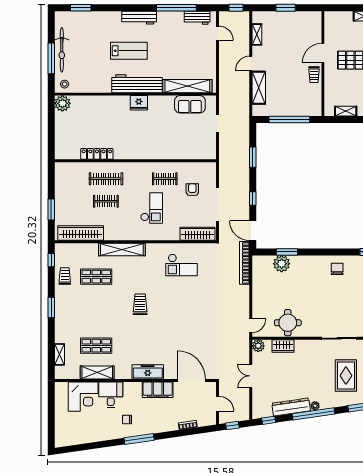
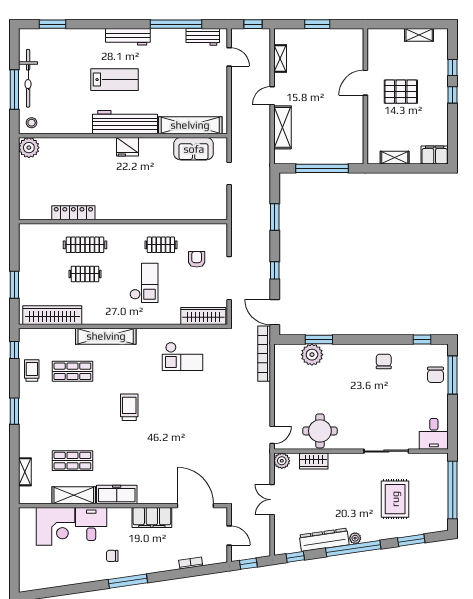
trolley: (314, 75) -> (354, 110), removed
freezer: (148, 372) -> (117, 494), moved

